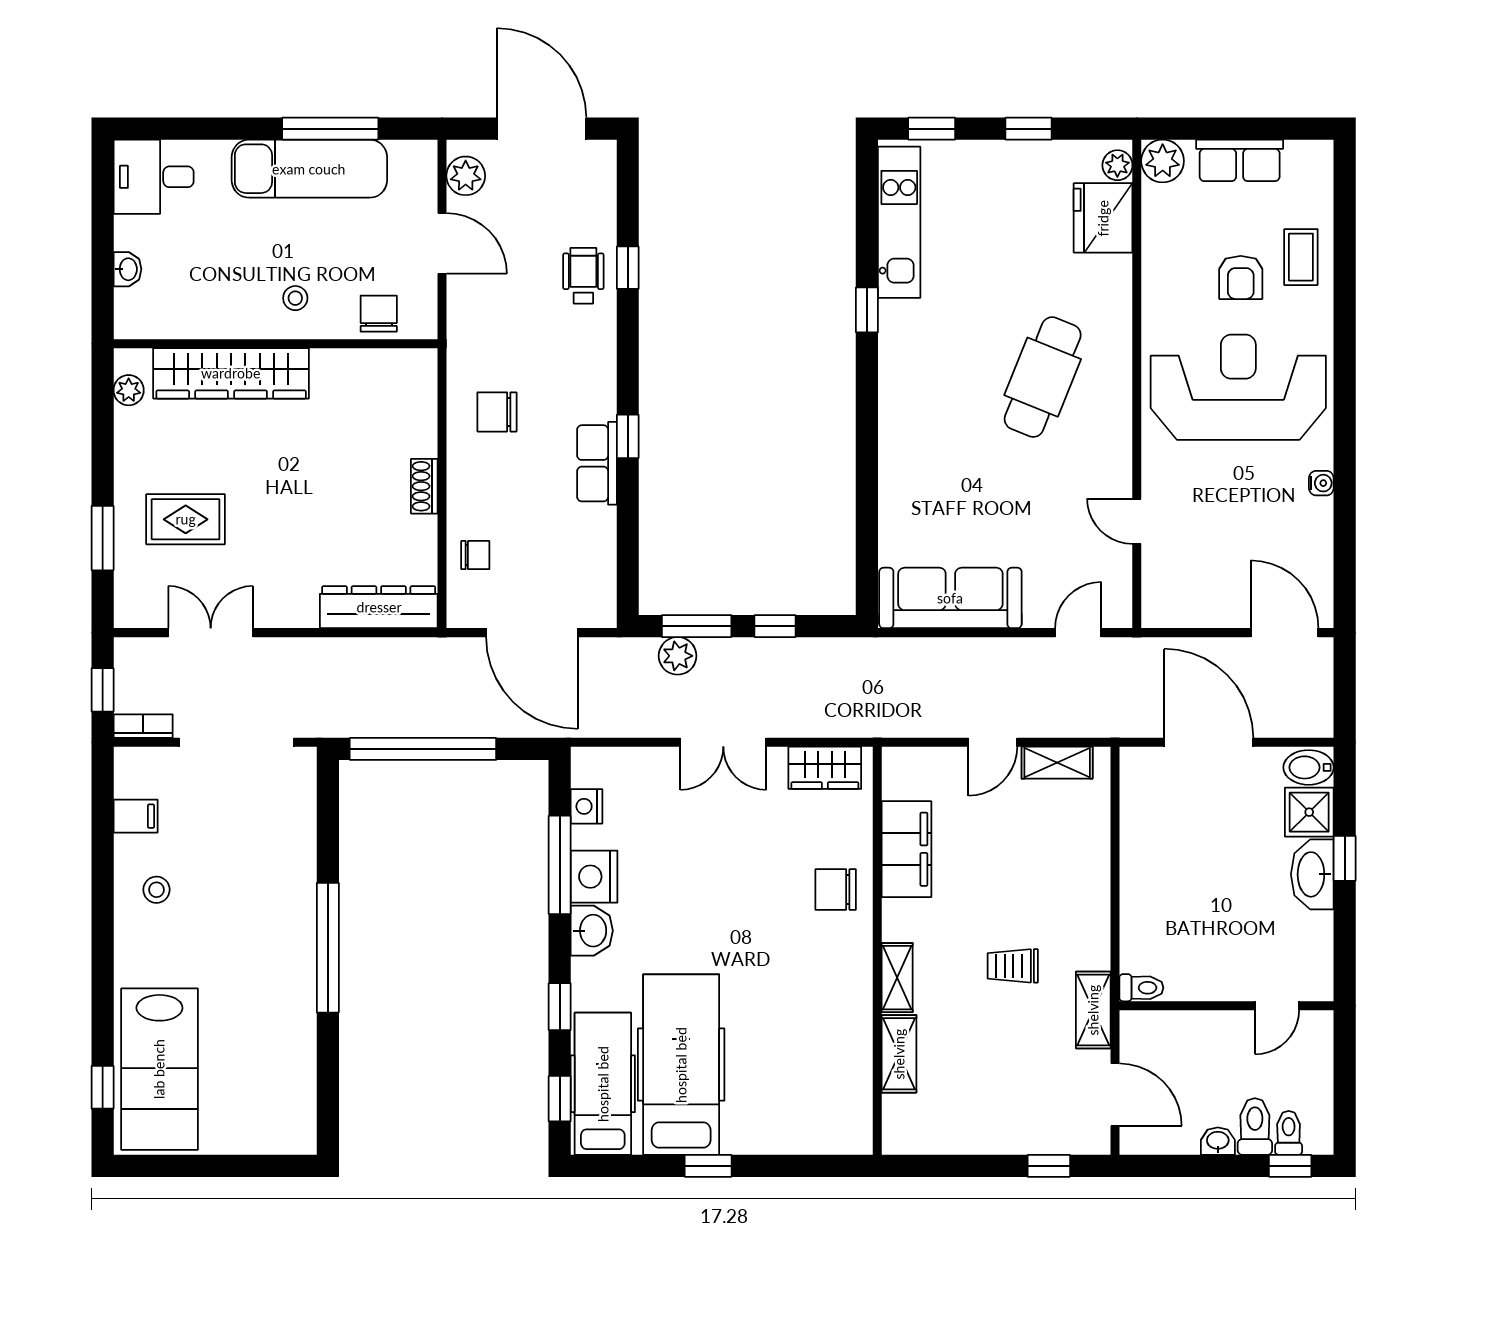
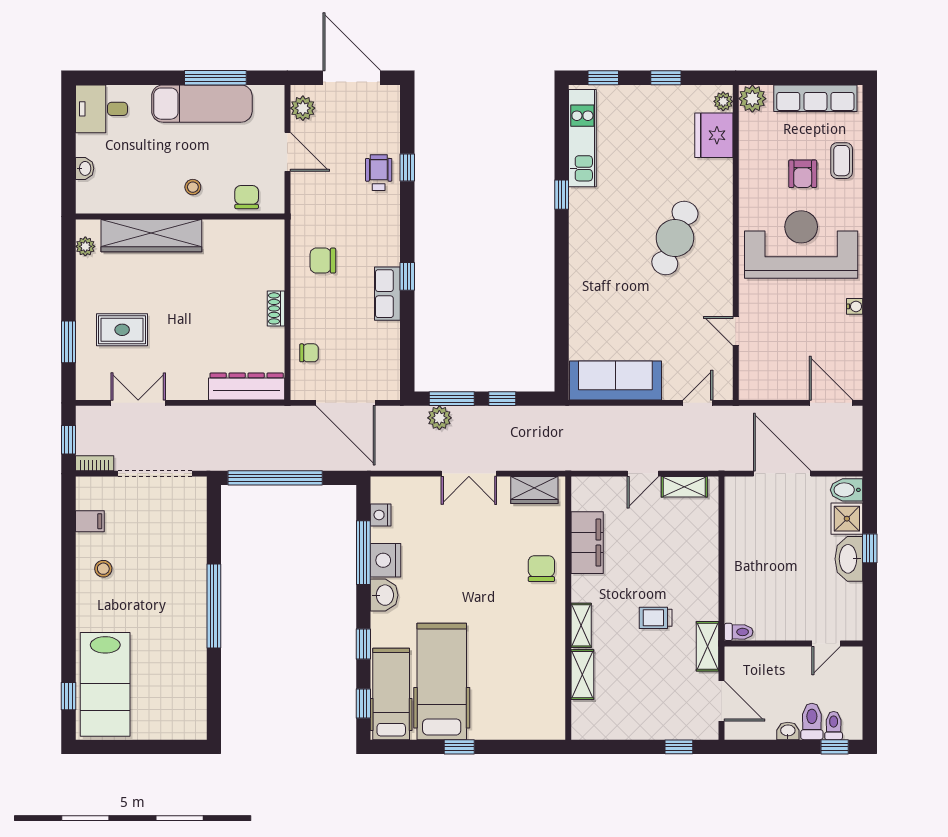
row of seats: (1240, 160) -> (815, 98), width x1.48
chair: (836, 890) -> (541, 569), turned 90

